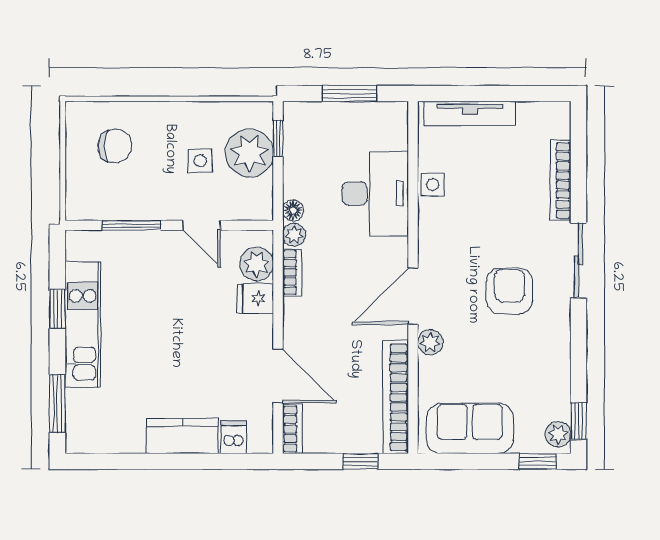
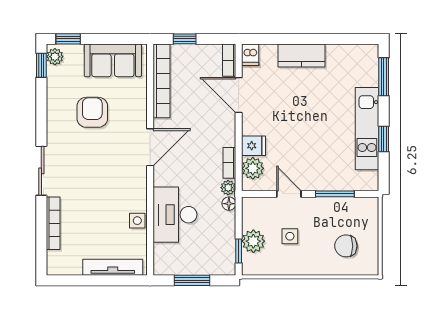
plant: (249, 153) -> (253, 241), width x0.73, depth x0.73
armchair: (509, 291) -> (92, 112), moved, turned 180
plant: (430, 342) -> (139, 117), removed
dishwasher: (234, 437) -> (250, 55), moved

